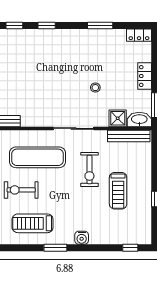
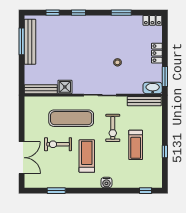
shower: (118, 118) -> (65, 87), moved
treadmill: (33, 223) -> (87, 156), moved, turned 90
window: (55, 248) -> (56, 191), moved

